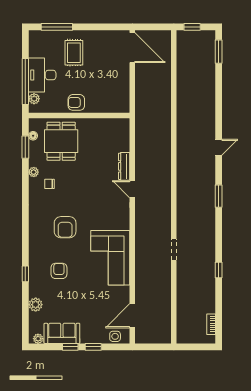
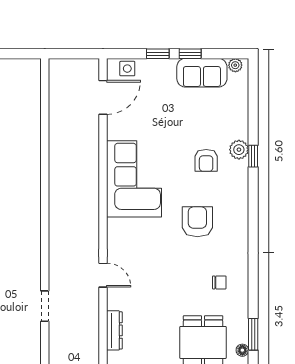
dresser: (124, 166) -> (114, 330), moved
plant: (34, 172) -> (242, 299), removed
doorway: (174, 250) -> (45, 306), moved
plant: (36, 305) -> (239, 150), moved

